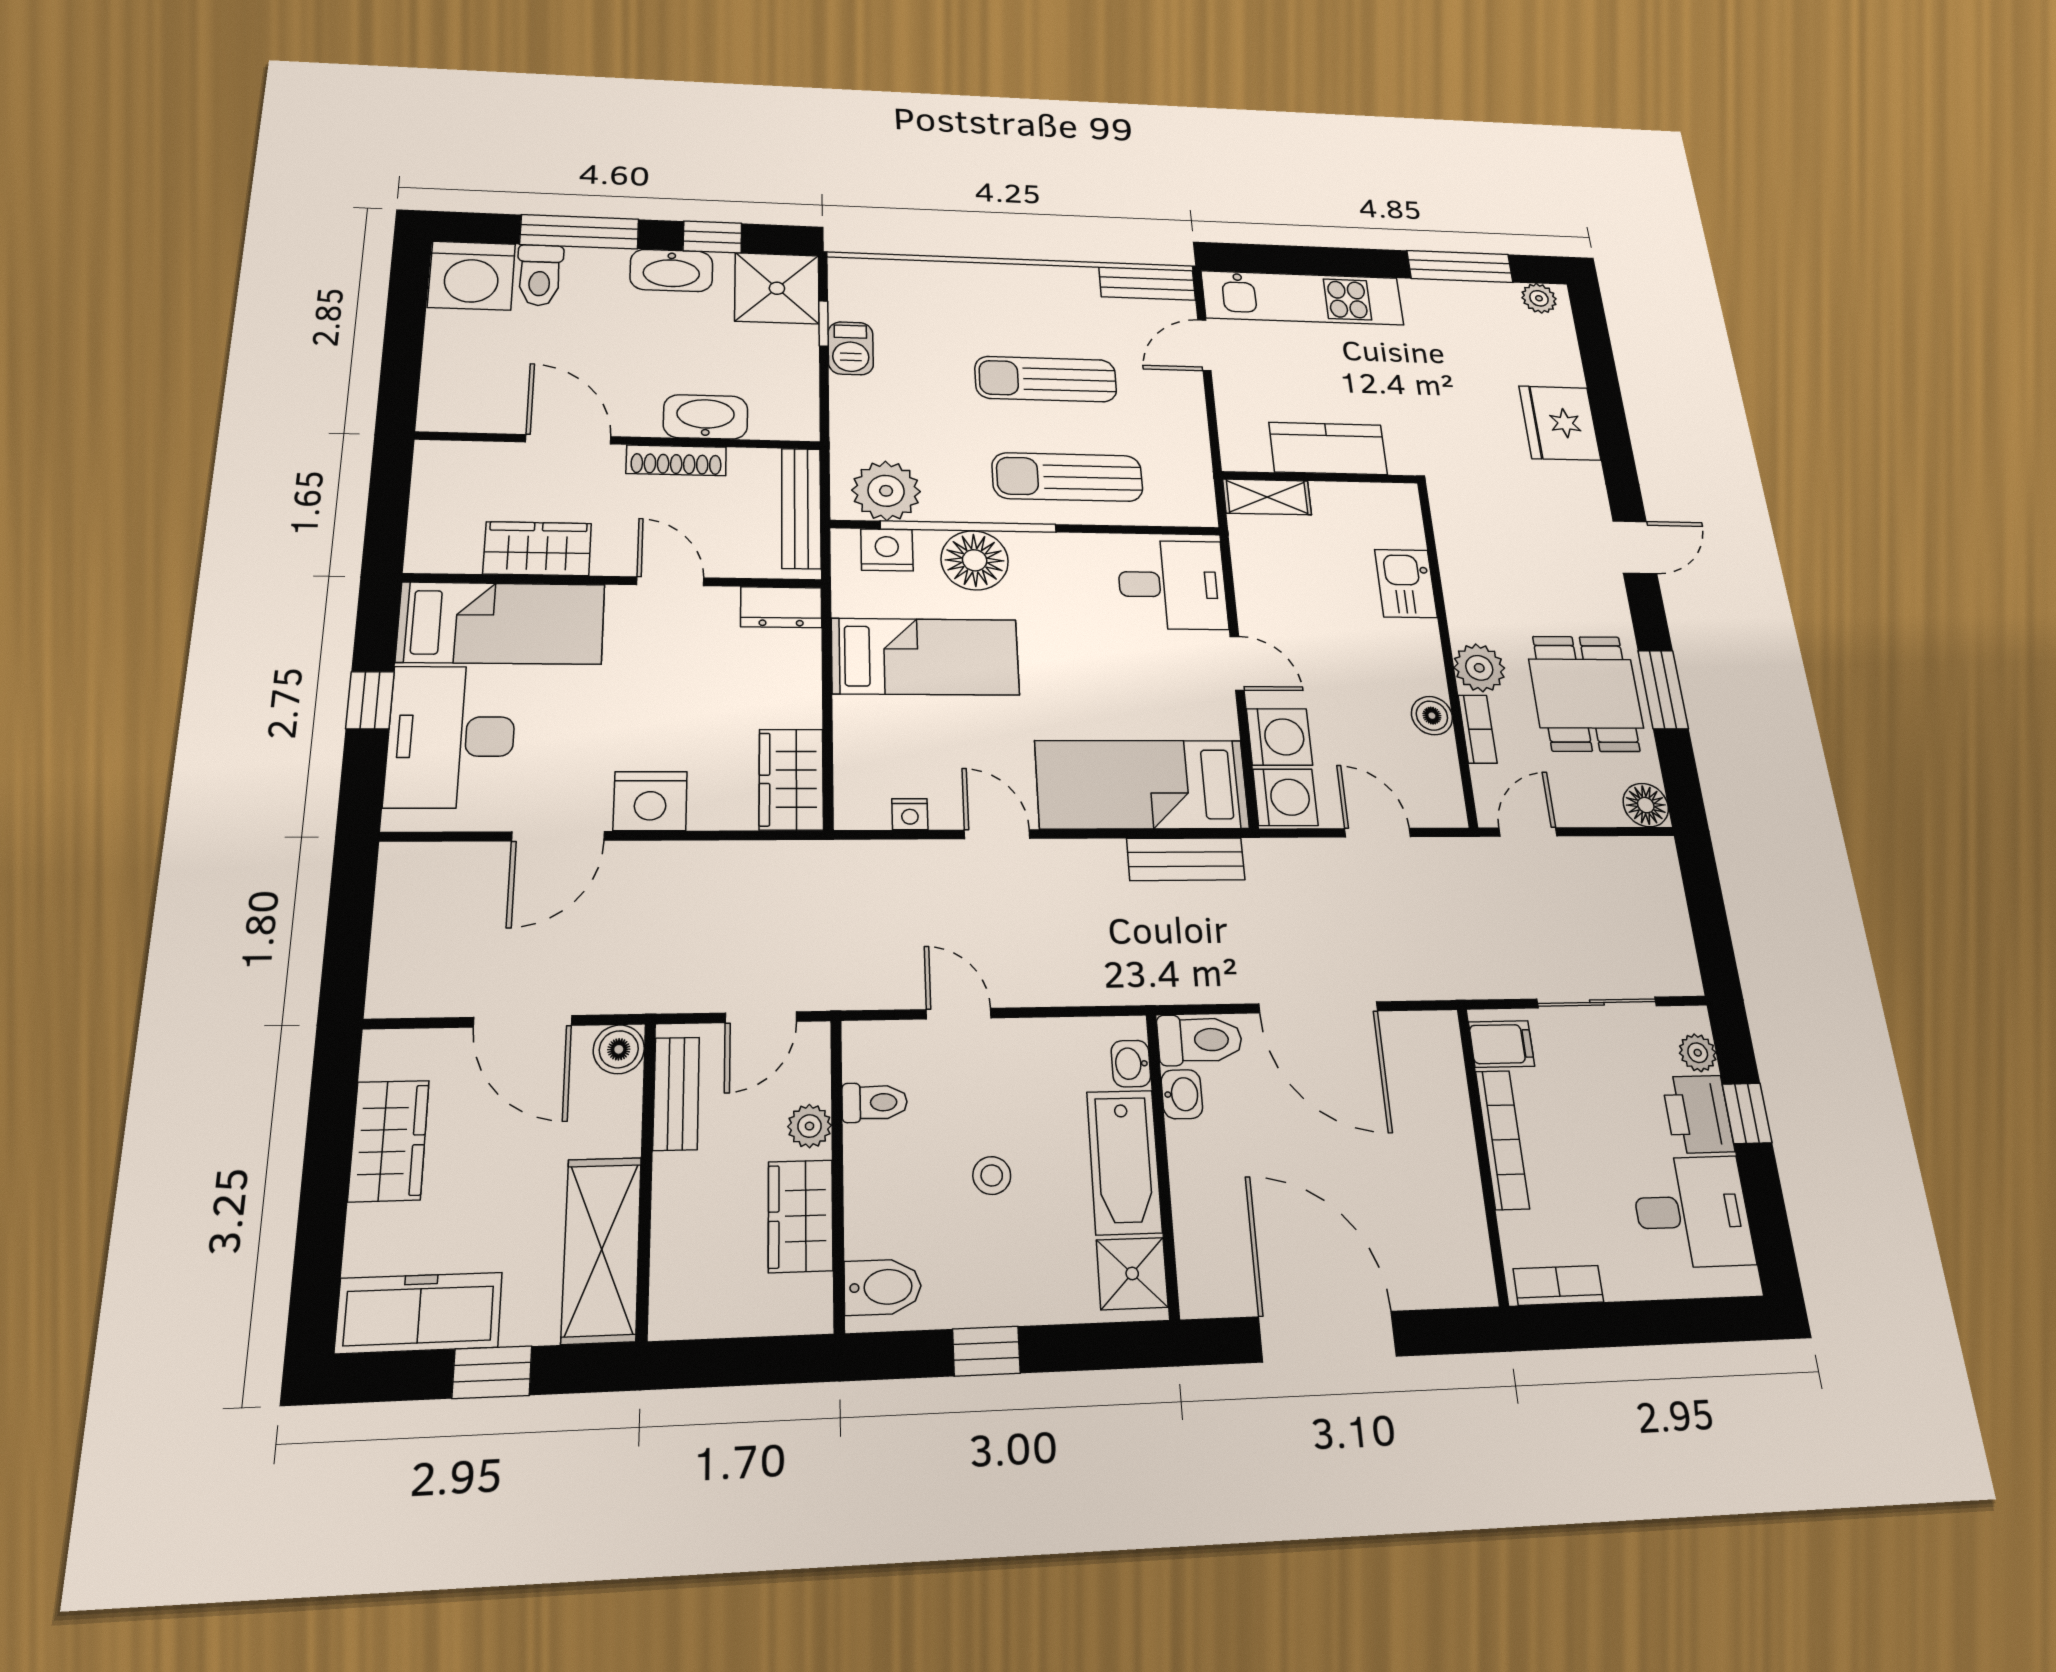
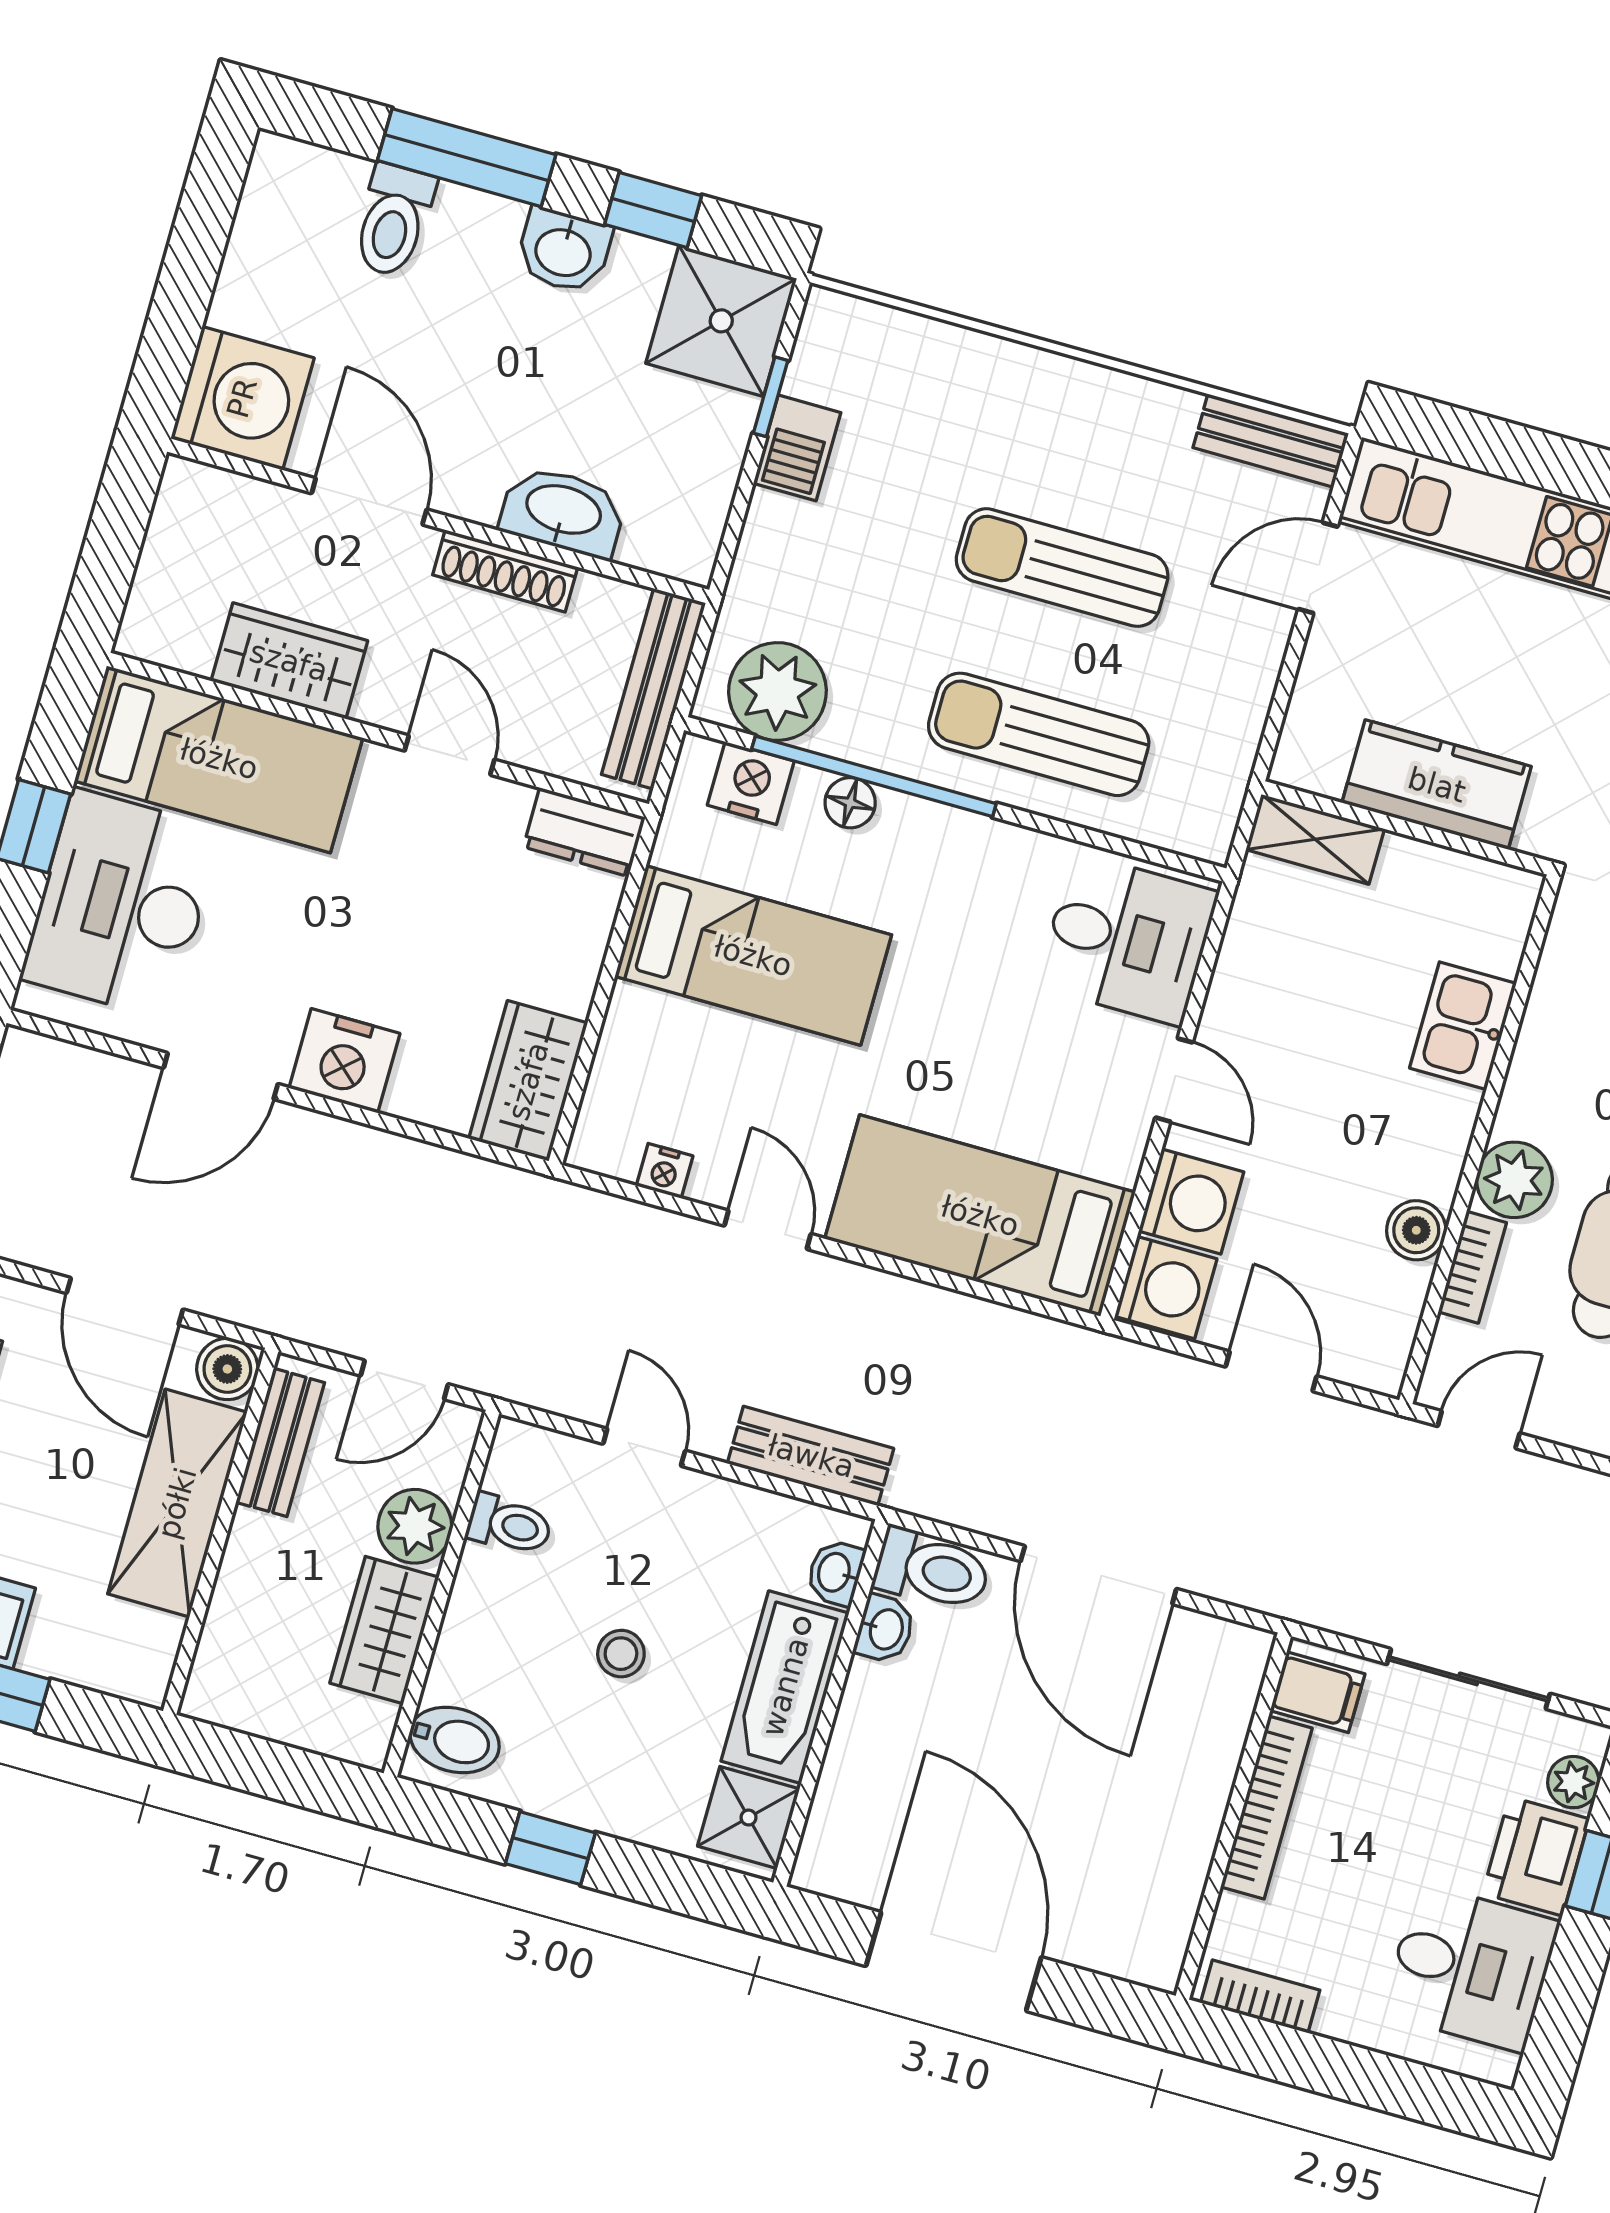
washbasin: (671, 270) -> (564, 251), width x0.72
washing machine: (472, 276) -> (242, 398), moved, turned -90
floor lamp: (975, 560) -> (850, 803), width x0.53, depth x0.53
bench: (1186, 859) -> (811, 1456), moved
plant: (810, 1126) -> (415, 1526), width x1.38, depth x1.38
shelving: (602, 1249) -> (177, 1503), moved

